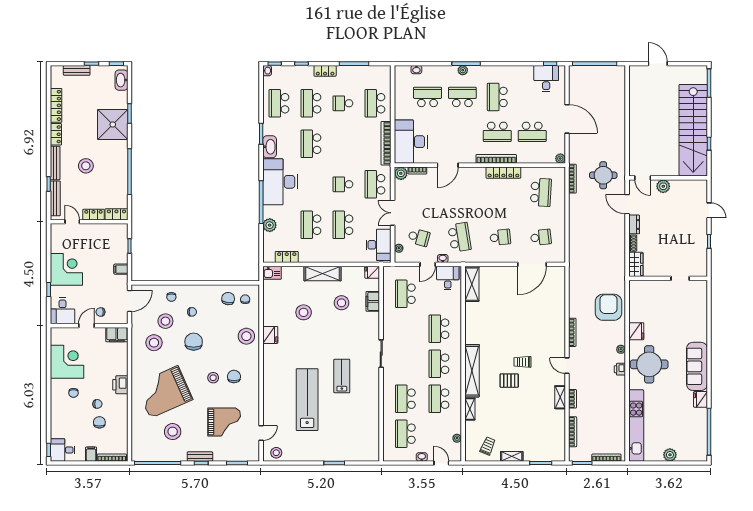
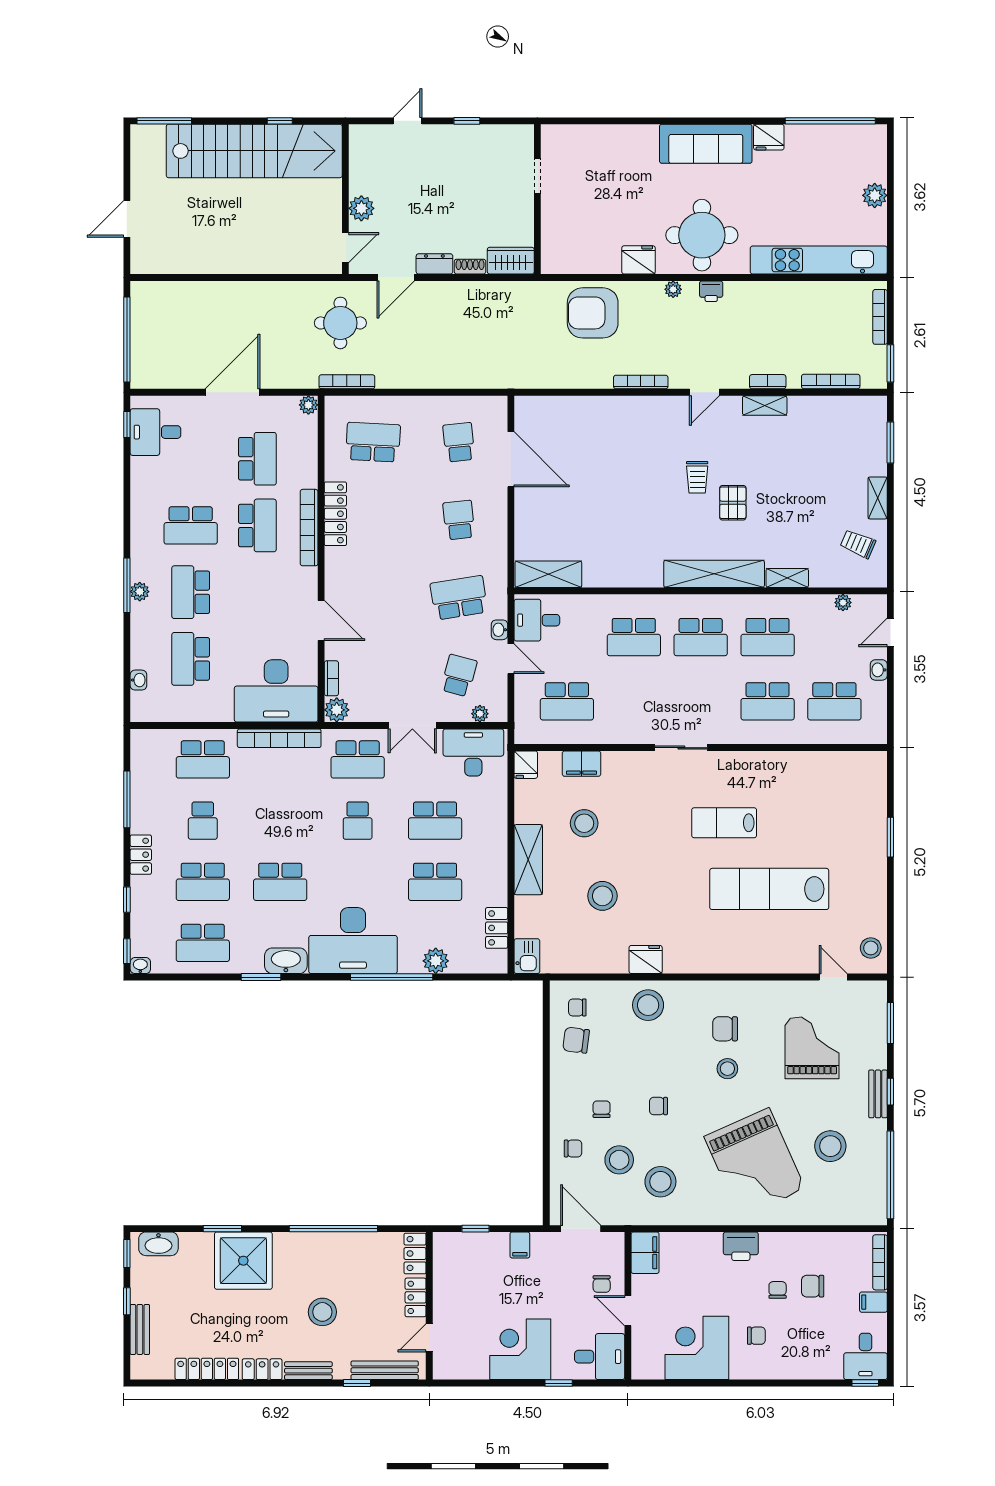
bench: (55, 163) -> (308, 1371), width x0.73
chair: (194, 342) -> (658, 1106), width x0.54, depth x0.54

